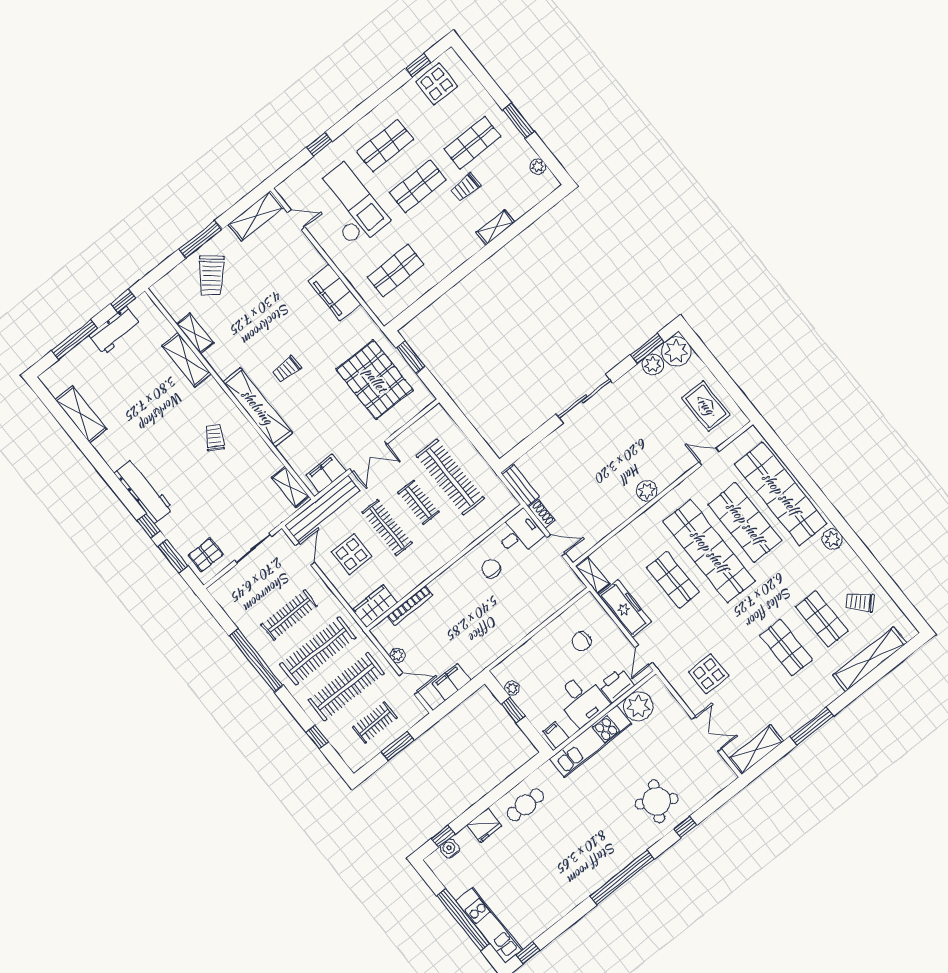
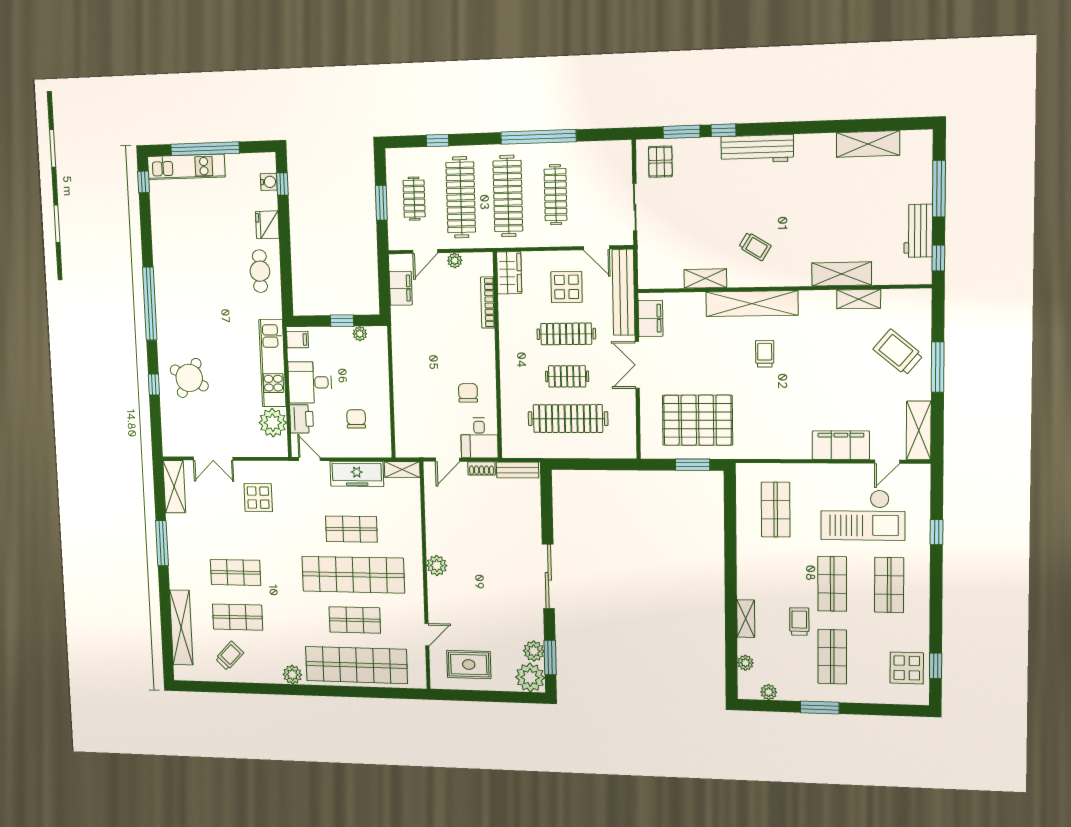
plant: (529, 201) -> (745, 663), added
filing cabinet: (335, 293) -> (841, 445), moved
shelving: (290, 487) -> (705, 278), moved
shop shelf: (745, 523) -> (355, 620), width x0.70, depth x0.74
chair: (491, 569) -> (468, 393), turned -90

